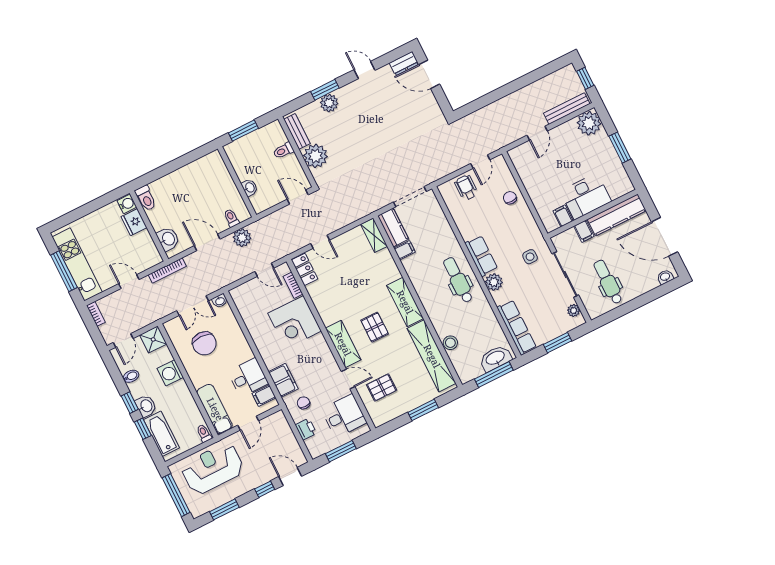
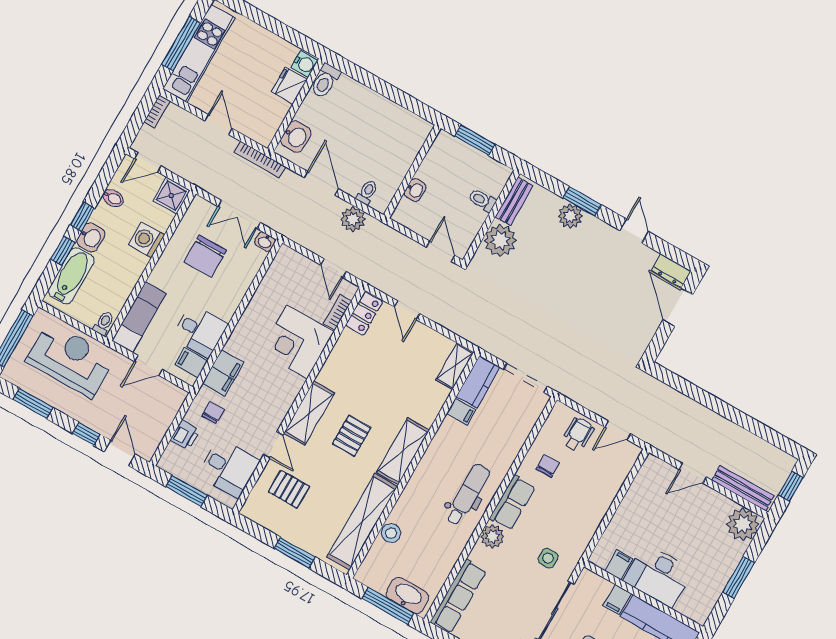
chair: (510, 198) -> (548, 466), moved

